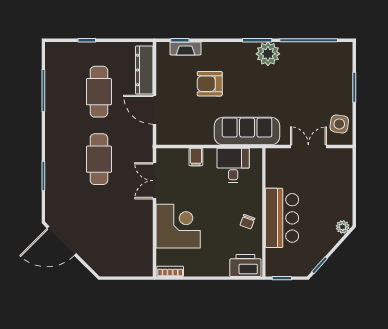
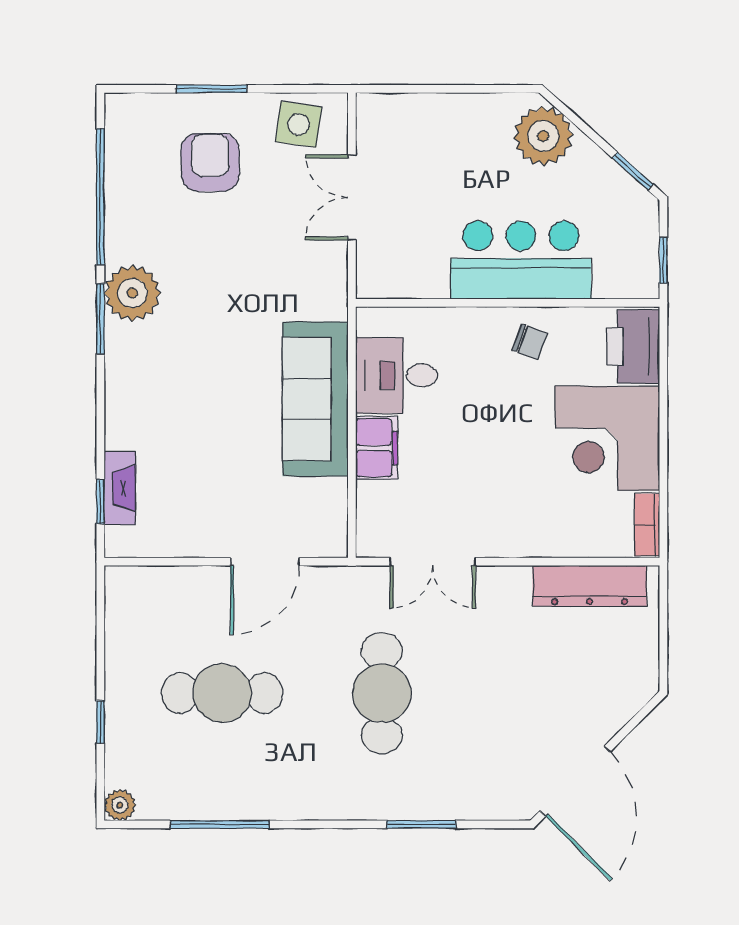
plant: (52, 48) -> (120, 805), added
dresser: (144, 70) -> (590, 586), moved
armchair: (210, 84) -> (210, 162), moved, turned 180
sofa: (247, 131) -> (315, 399), moved
filing cabinet: (196, 157) -> (377, 448), width x2.00
cafe table: (99, 159) -> (382, 693), turned 90
corner desk: (178, 226) -> (607, 438), moved, turned -90
plant: (343, 227) -> (543, 136), width x1.88, depth x1.88

